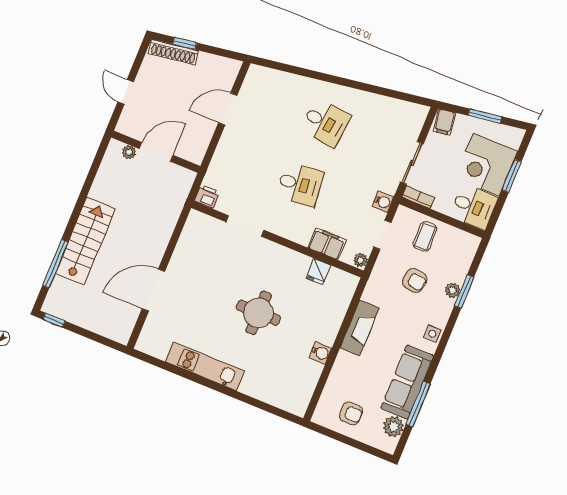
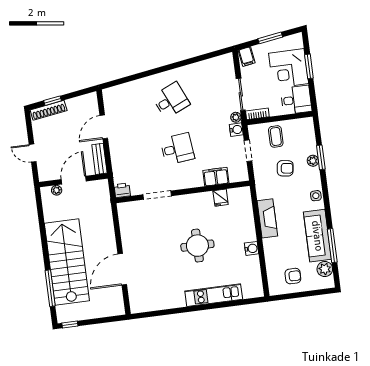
desk: (325, 123) -> (171, 100), turned -30
bench: (201, 144) -> (99, 159), added
stairs: (85, 241) -> (67, 262), width x1.36, depth x1.51
plant: (361, 260) -> (236, 117), moved
kitchen unit: (205, 366) -> (214, 295), moved

